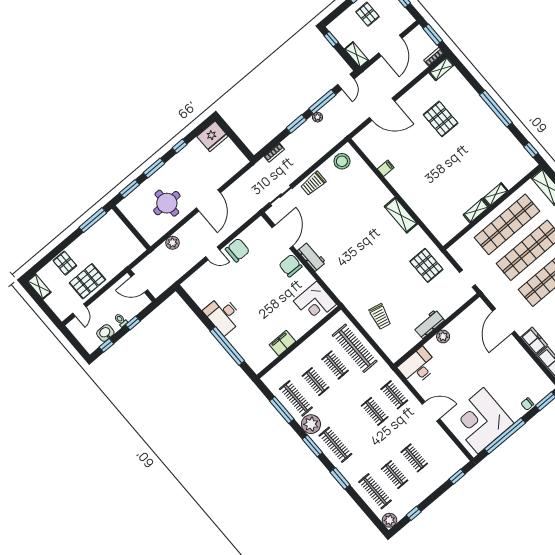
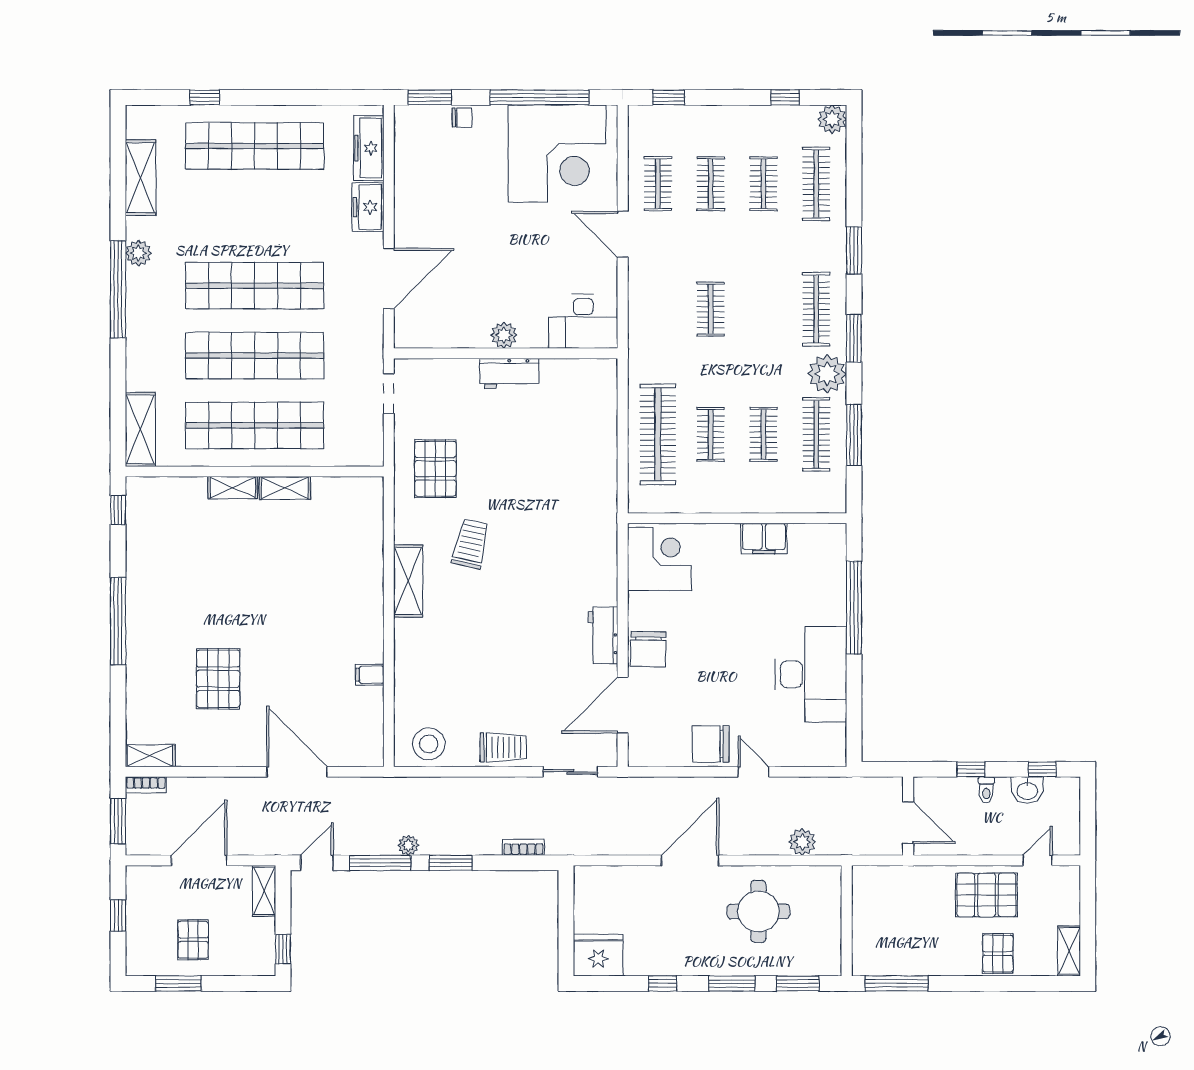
desk: (223, 315) -> (811, 674), width x1.36, depth x1.30
trolley: (380, 317) -> (471, 544), moved
clothes rail: (394, 395) -> (658, 184), moved

